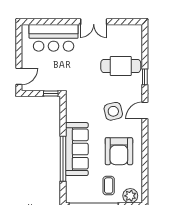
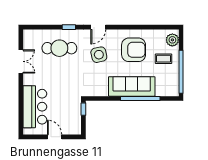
double door: (94, 22) -> (21, 61), moved
cafe table: (121, 66) -> (59, 48), turned 90
door: (19, 76) -> (55, 137), moved
door: (145, 111) -> (98, 27), hinge flipped

